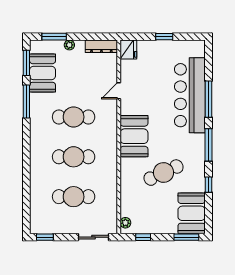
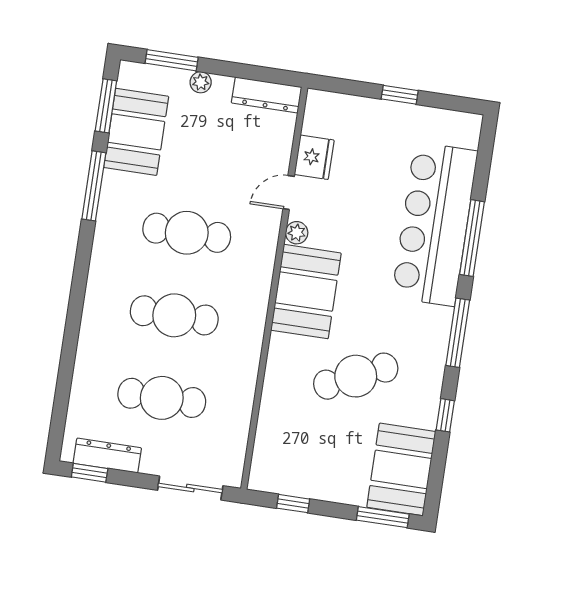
fridge: (128, 49) -> (314, 157), moved
plant: (125, 223) -> (297, 233), moved
dresser: (52, 228) -> (107, 456), added

